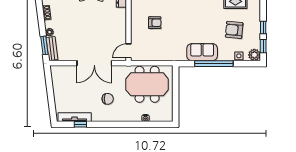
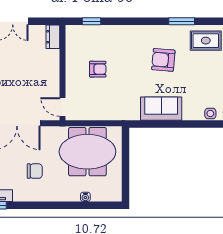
armchair: (234, 30) -> (163, 60), moved
door: (128, 51) -> (63, 107), hinge flipped
window: (214, 64) -> (177, 124), removed

